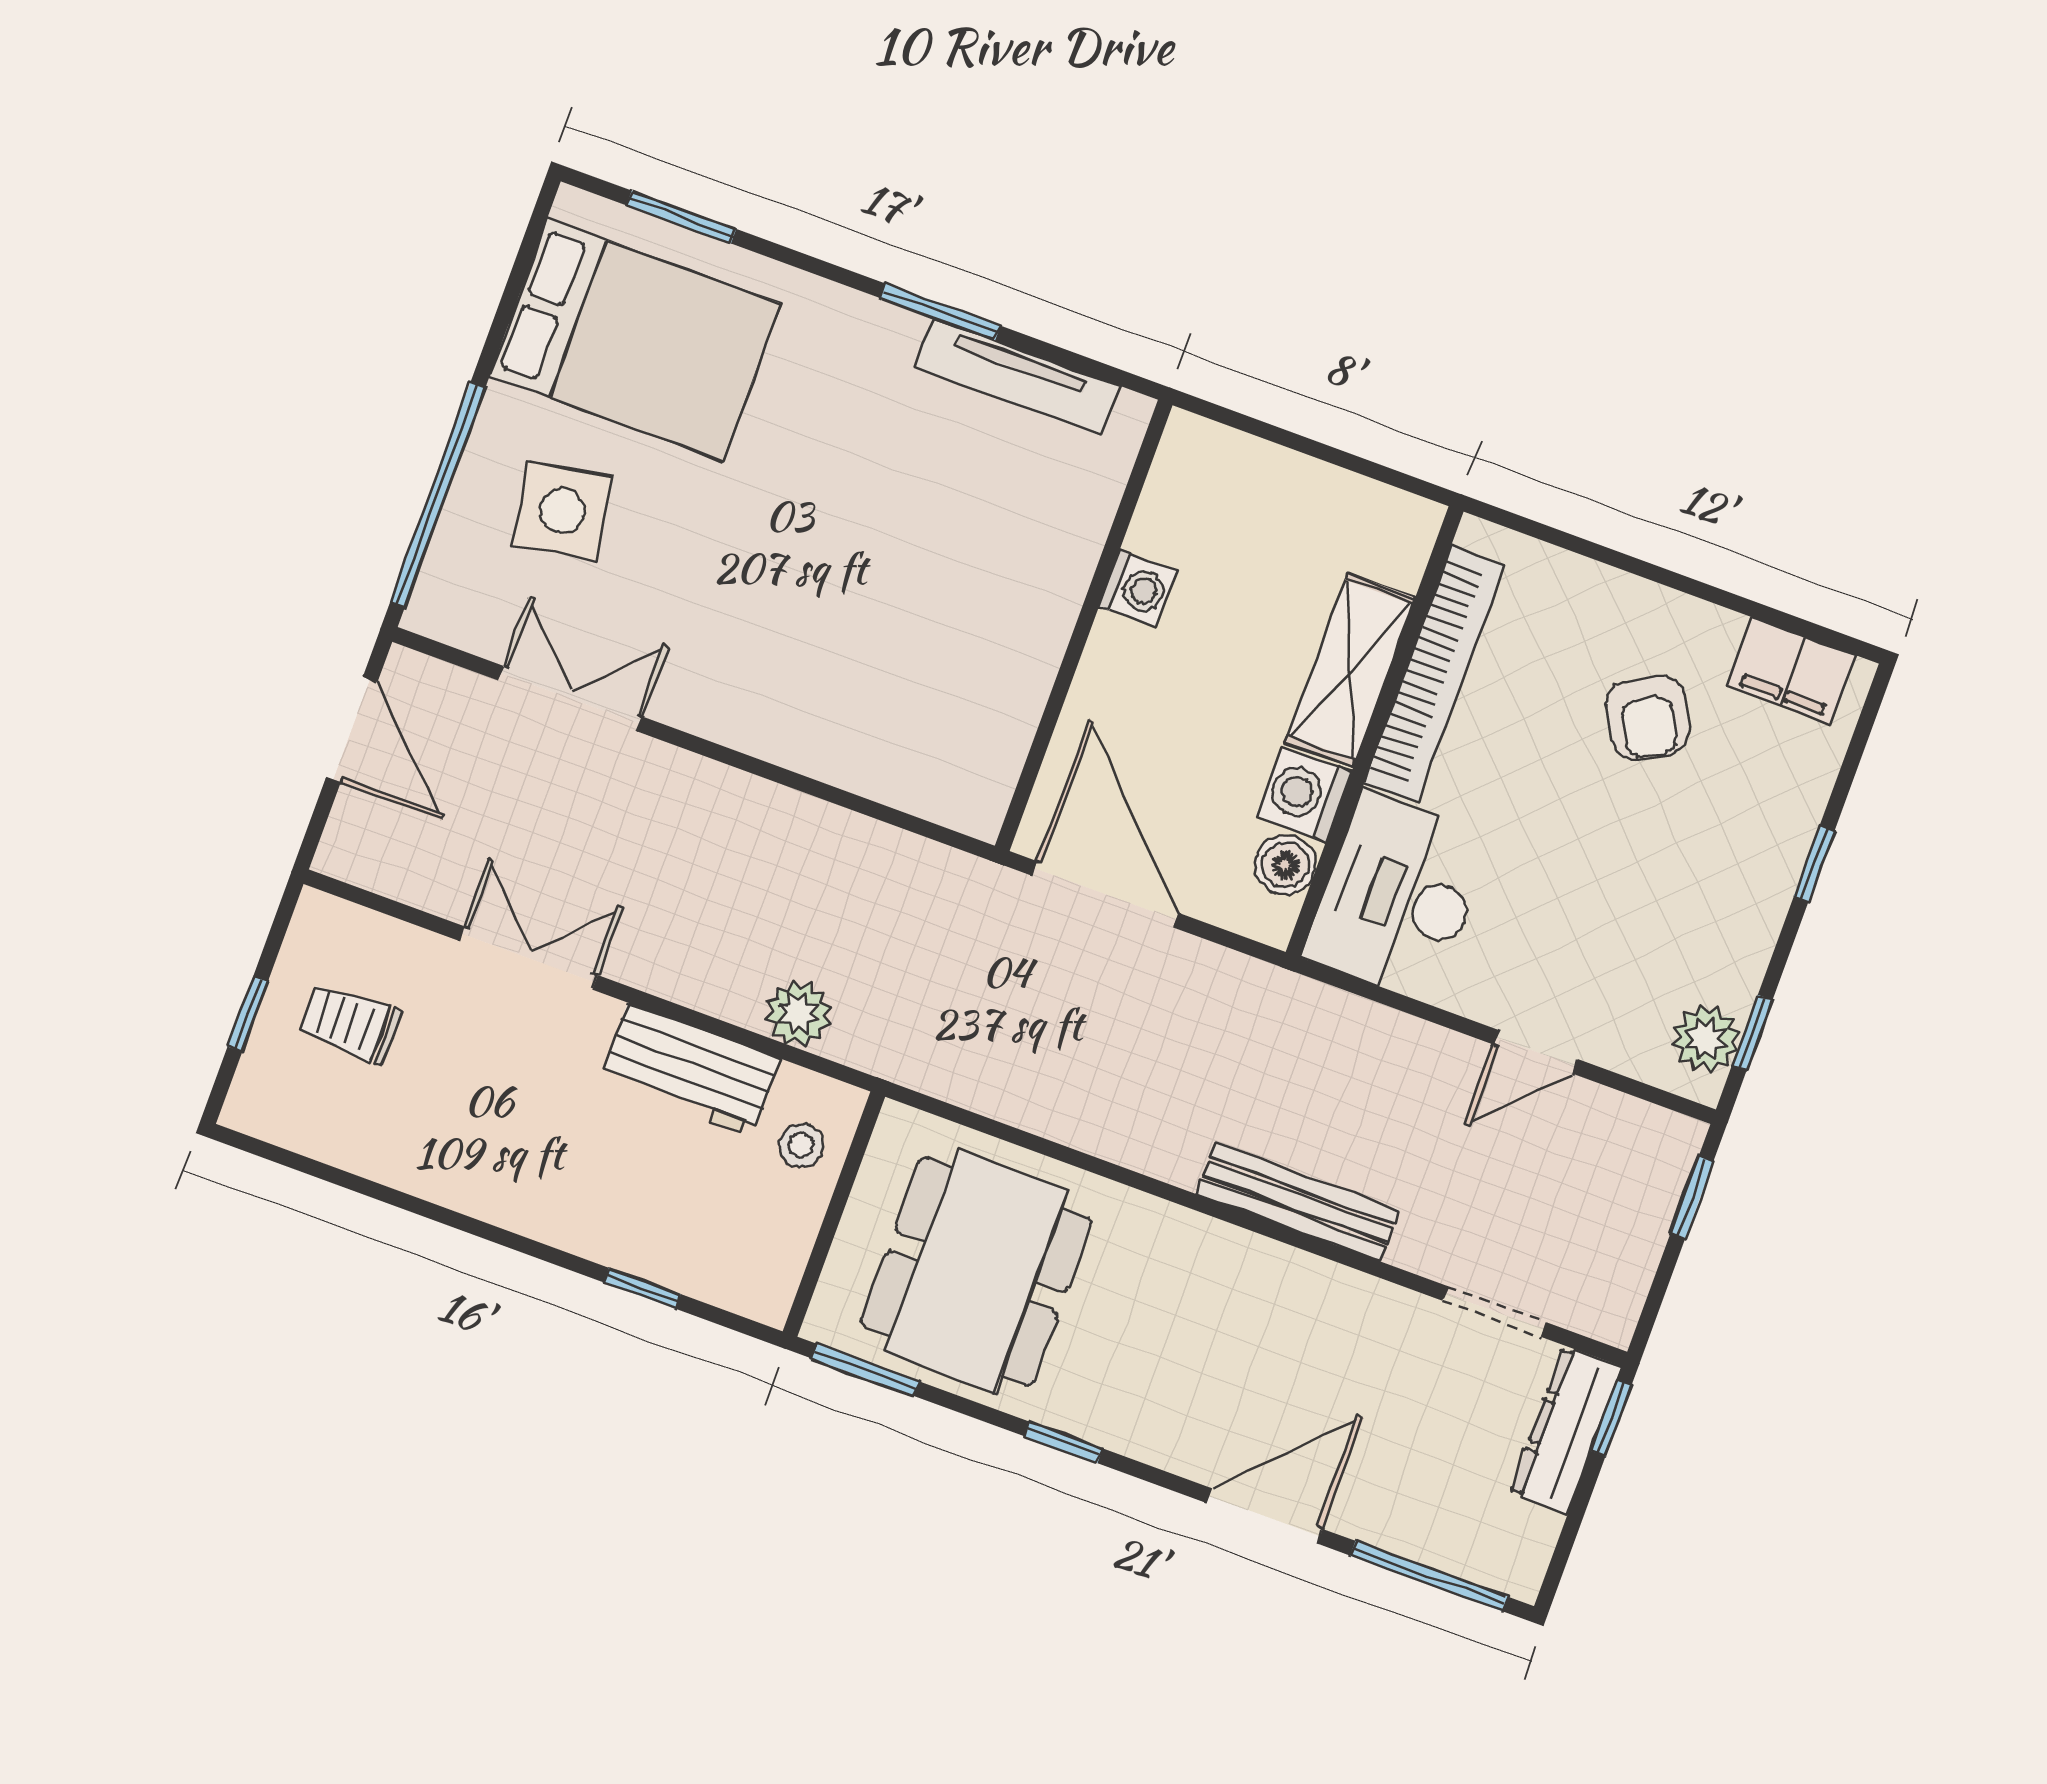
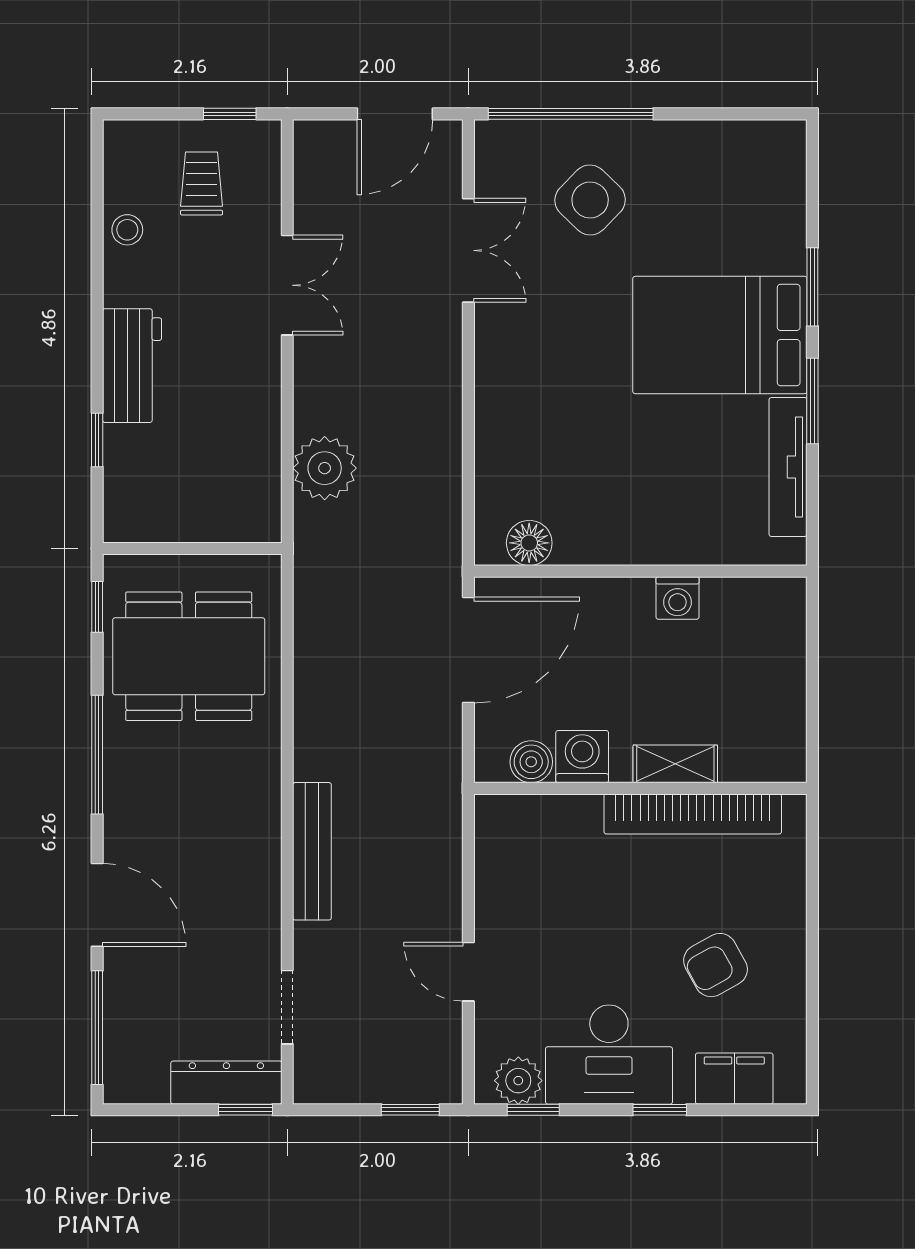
window: (681, 217) -> (812, 287), moved
bed: (635, 339) -> (720, 335), moved, turned 90
side table: (562, 511) -> (590, 200), turned -36
shelving: (1351, 670) -> (675, 764), width x0.67, depth x0.75
filing cabinet: (1791, 671) -> (734, 1079), moved, turned 90
floor lamp: (992, 760) -> (529, 543), added
desk: (1398, 897) -> (609, 1055), moved, turned 180
plant: (798, 1013) -> (325, 468), width x1.36, depth x1.36
window: (248, 1014) -> (230, 114), moved
workbench: (690, 1070) -> (132, 366), moved, turned 180
stool: (801, 1145) -> (127, 230), moved
window: (866, 1370) -> (97, 607), width x0.67
window: (1063, 1442) -> (97, 755), width x2.17

